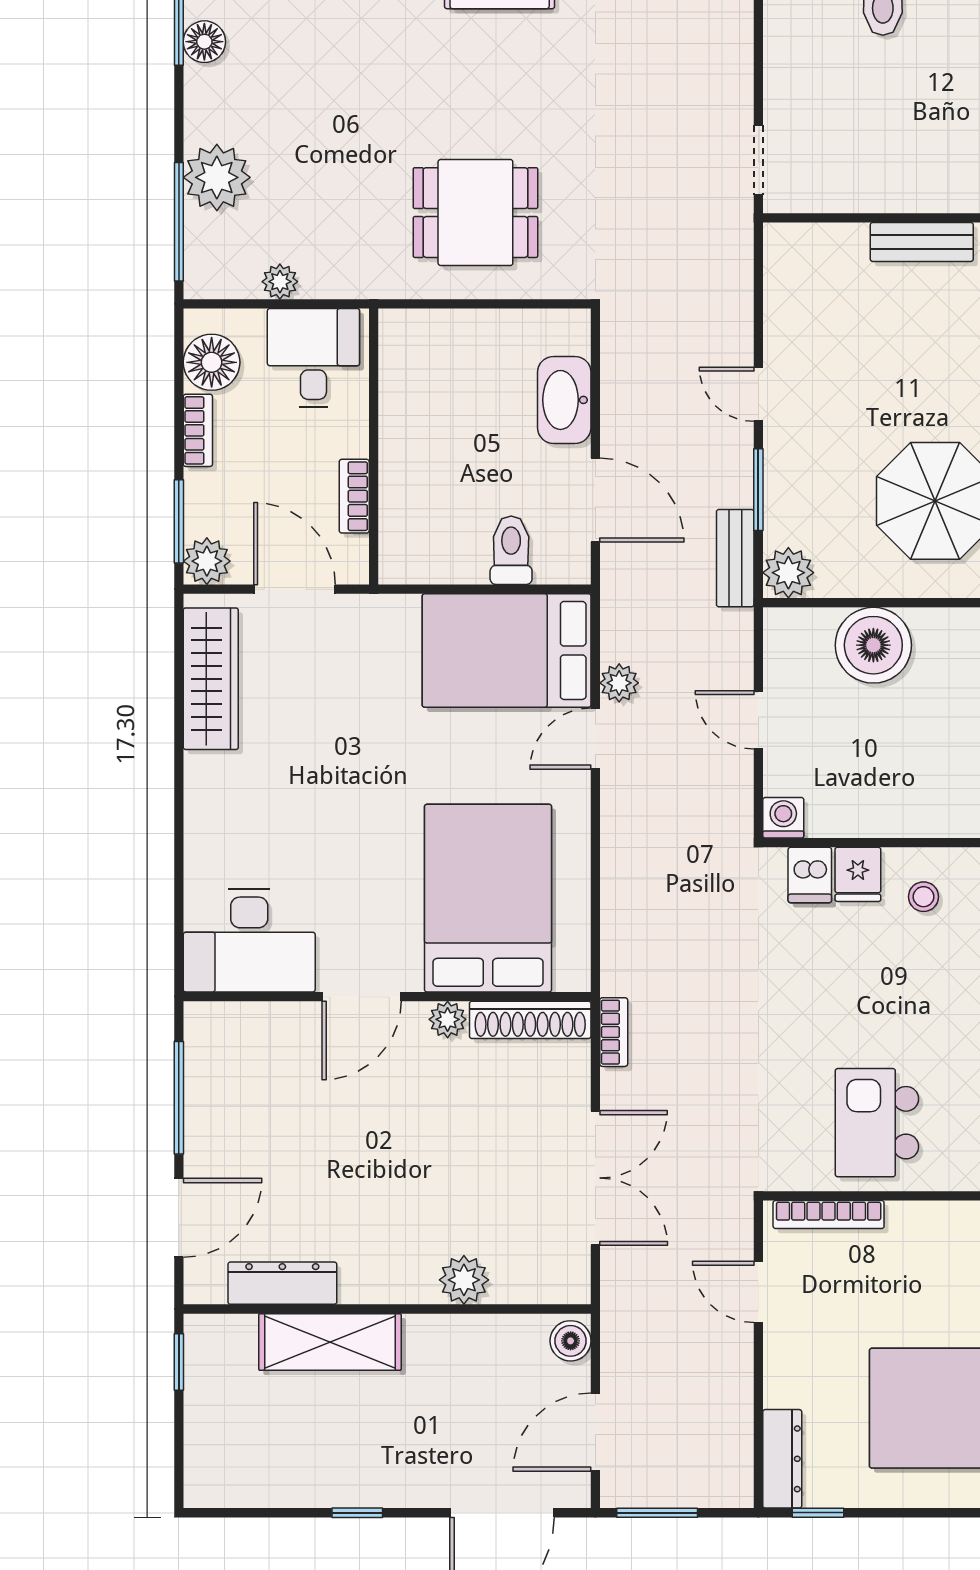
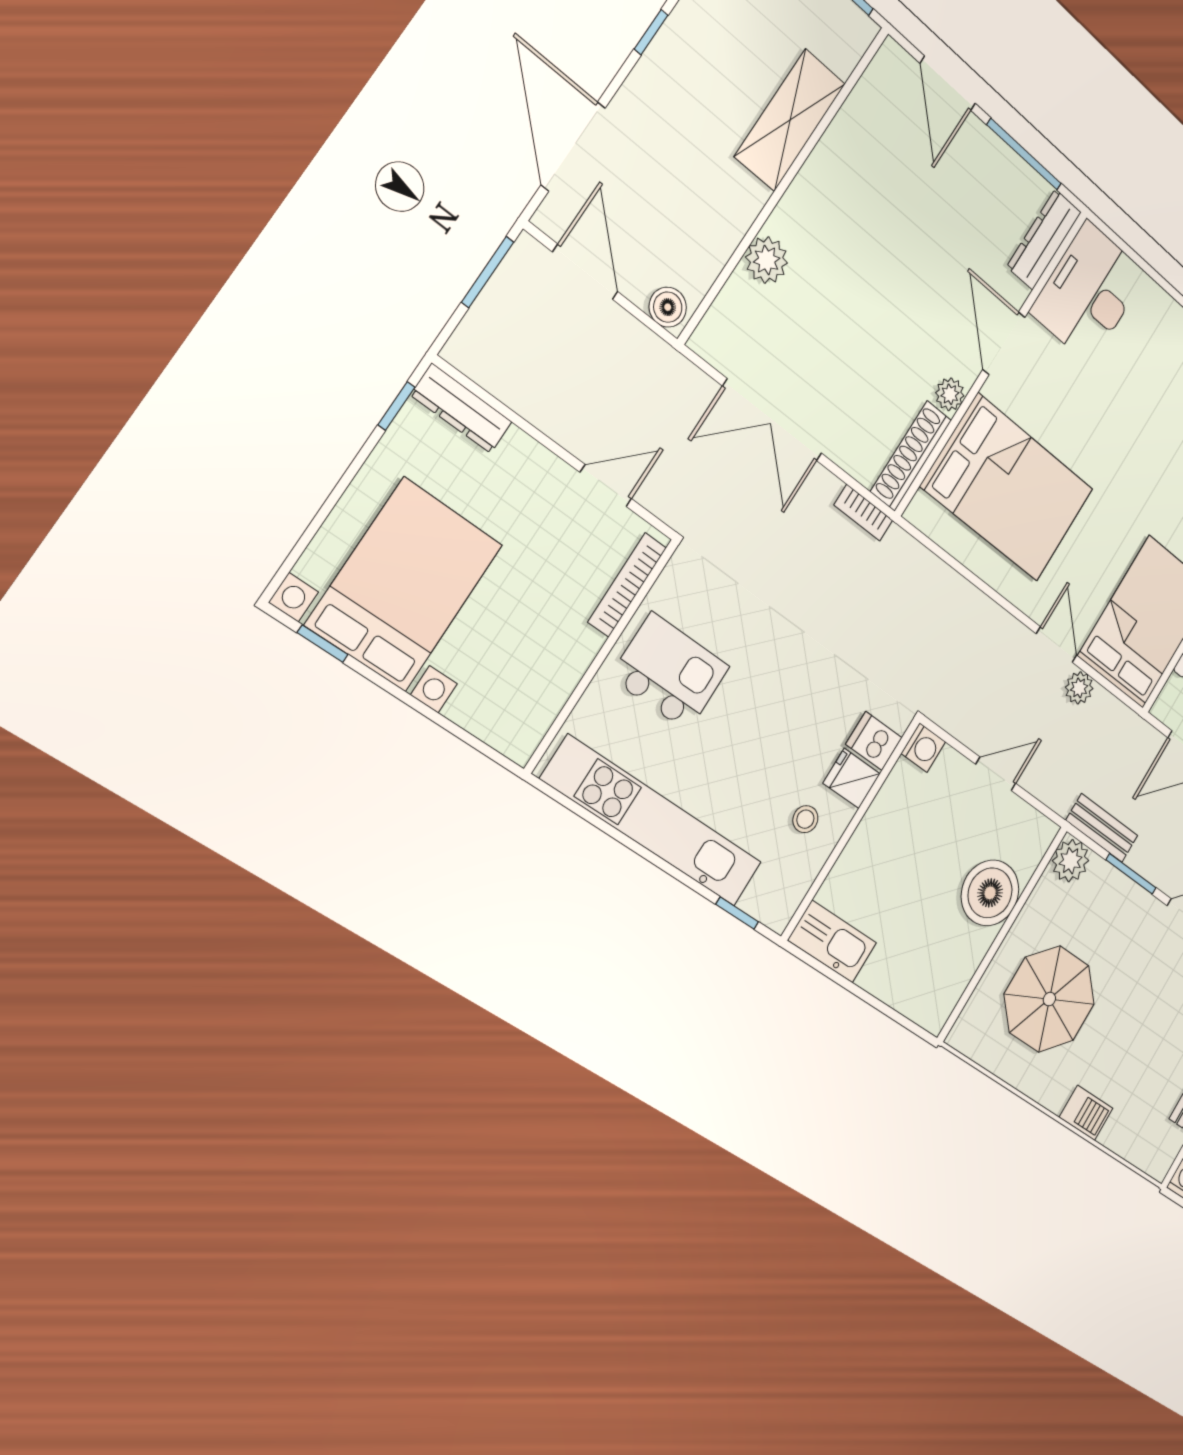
dresser: (282, 1283) -> (1044, 239), moved, turned 180

